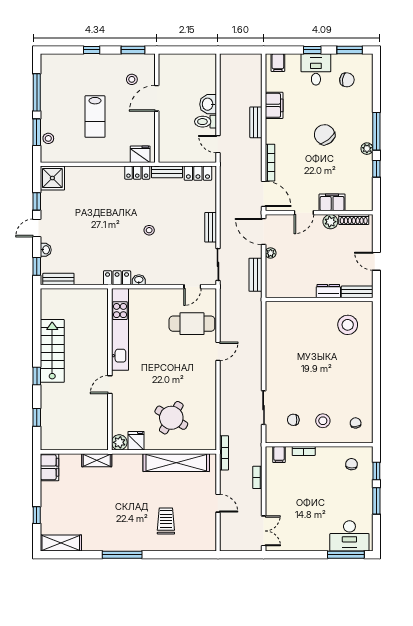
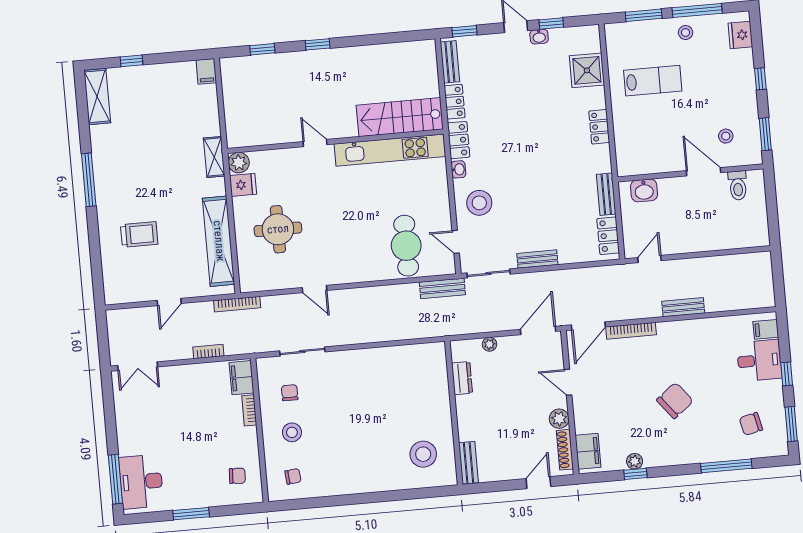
desk: (316, 69) -> (759, 360), moved
chair: (347, 80) -> (751, 424), turned 68
washbasin: (208, 104) -> (644, 190), moved, turned 180
filing cabinet: (274, 105) -> (708, 329), removed
lab bench: (95, 117) -> (653, 81), moved, turned 180
toilet: (205, 122) -> (738, 186), moved, turned 180
window: (376, 131) -> (726, 466), moved
stool: (48, 138) -> (686, 32), moved
plant: (367, 149) -> (635, 461), moved
fridge: (140, 154) -> (740, 35), moved, turned 180
locker: (137, 173) -> (599, 127), moved
shower: (52, 178) -> (587, 70), moved
filing cabinet: (332, 202) -> (588, 451), moved
stool: (149, 230) -> (479, 203), moved, width x1.89, depth x1.89
washbasin: (46, 250) -> (539, 37), moved
plant: (271, 253) -> (489, 344), moved
door: (376, 261) -> (538, 483), moved
bench: (255, 275) -> (442, 288), moved
locker: (88, 278) -> (455, 102), added
dresser: (328, 291) -> (462, 378), moved
stairs: (52, 351) -> (400, 117), moved, turned 180
door: (218, 351) -> (314, 289), moved
round table: (171, 418) -> (278, 229), turned -31
filing cabinet: (279, 455) -> (242, 378), width x2.00
shelving: (97, 460) -> (214, 157), moved
filing cabinet: (49, 467) -> (206, 71), width x0.50
window: (376, 471) -> (231, 510), removed

